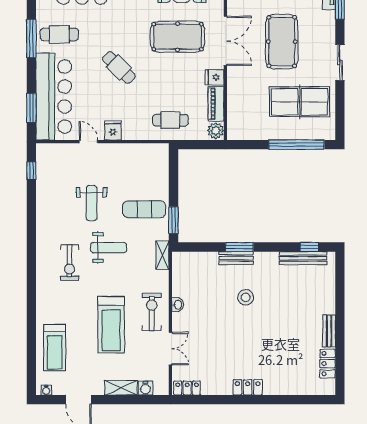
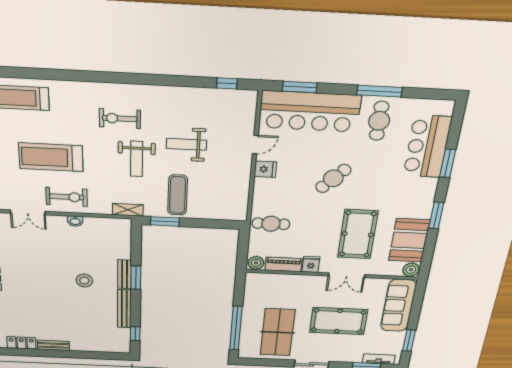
double door: (225, 41) -> (347, 275), width x0.73
cafe table: (170, 120) -> (271, 224), turned 90
bench: (303, 258) -> (124, 309), moved

